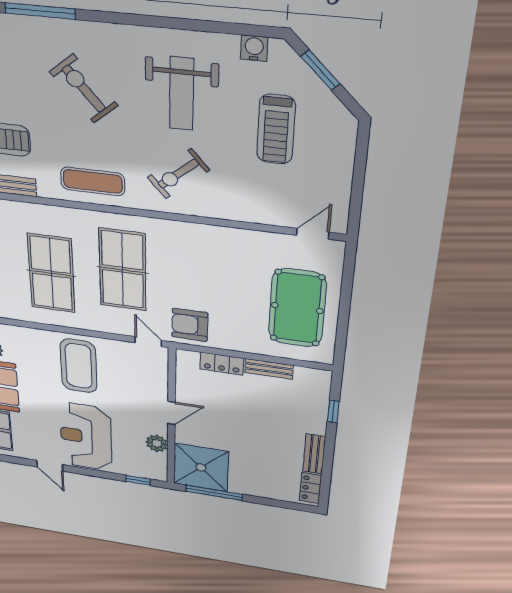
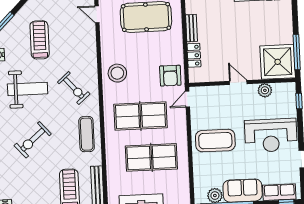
treadmill: (276, 129) -> (40, 40), turned -90
stool: (200, 248) -> (117, 73), added

